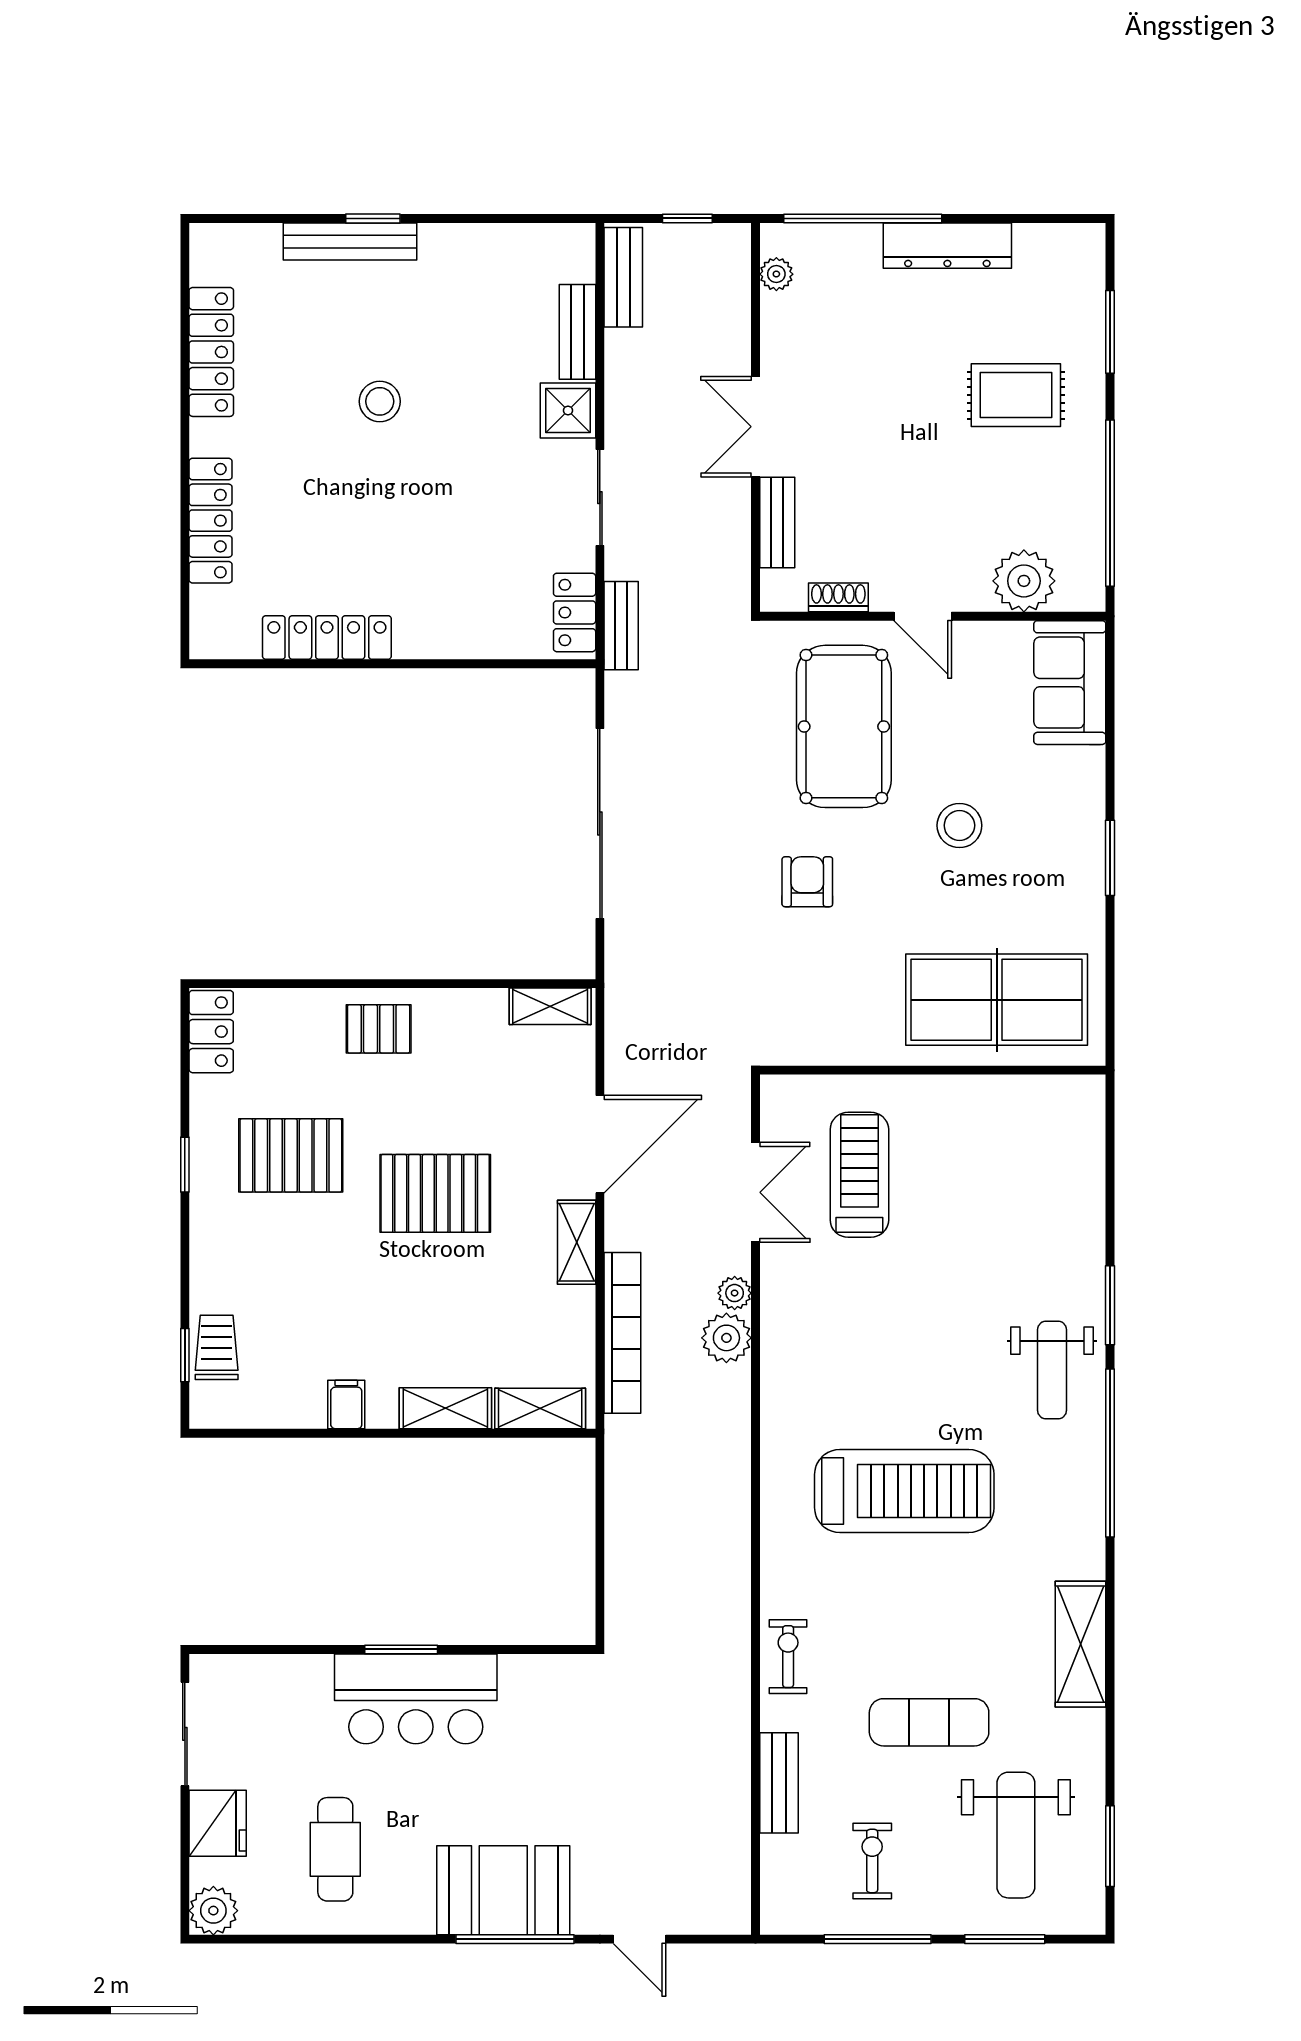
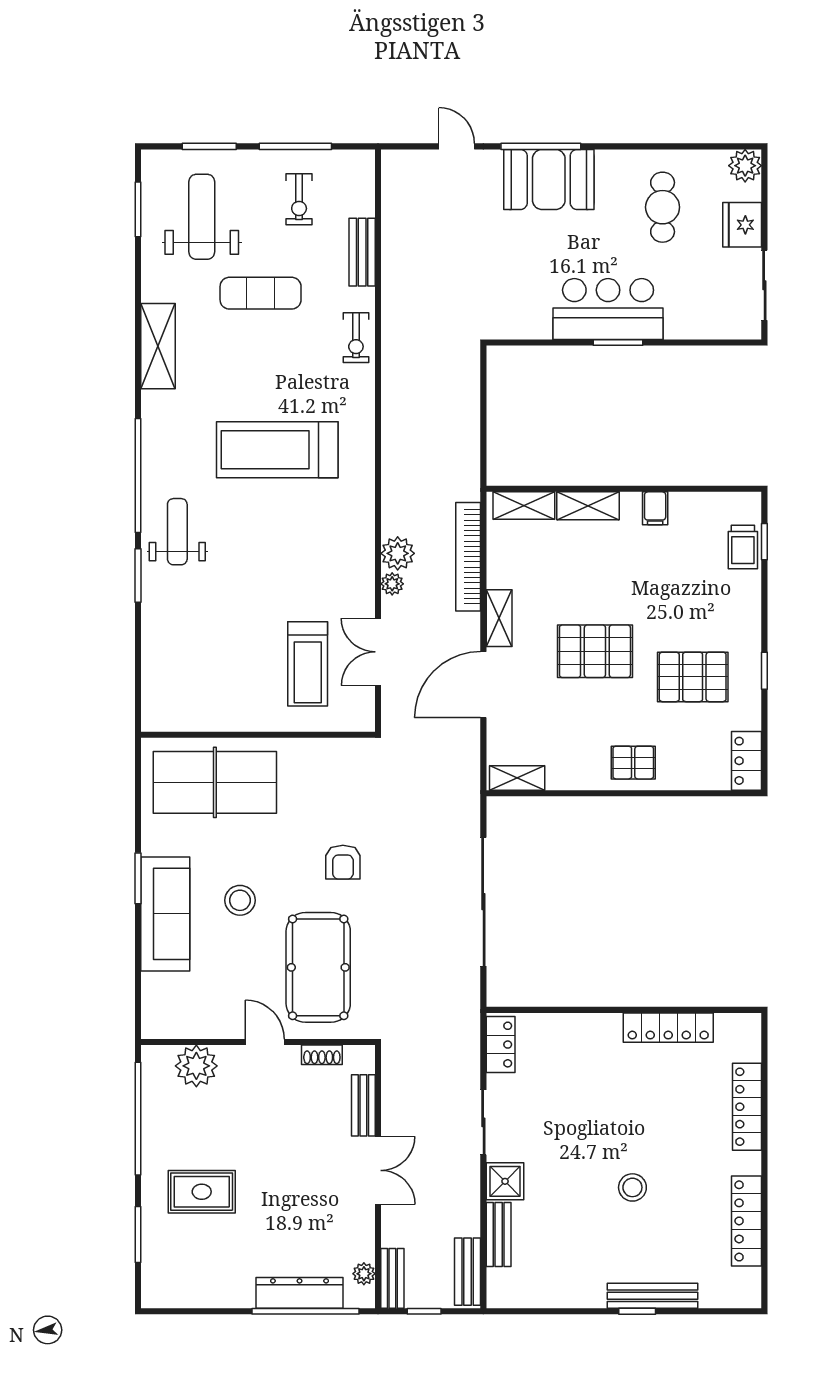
dresser: (947, 246) -> (300, 1293), moved
bench: (621, 626) -> (392, 1278), moved
sofa: (1070, 683) -> (165, 914), moved, width x1.36

